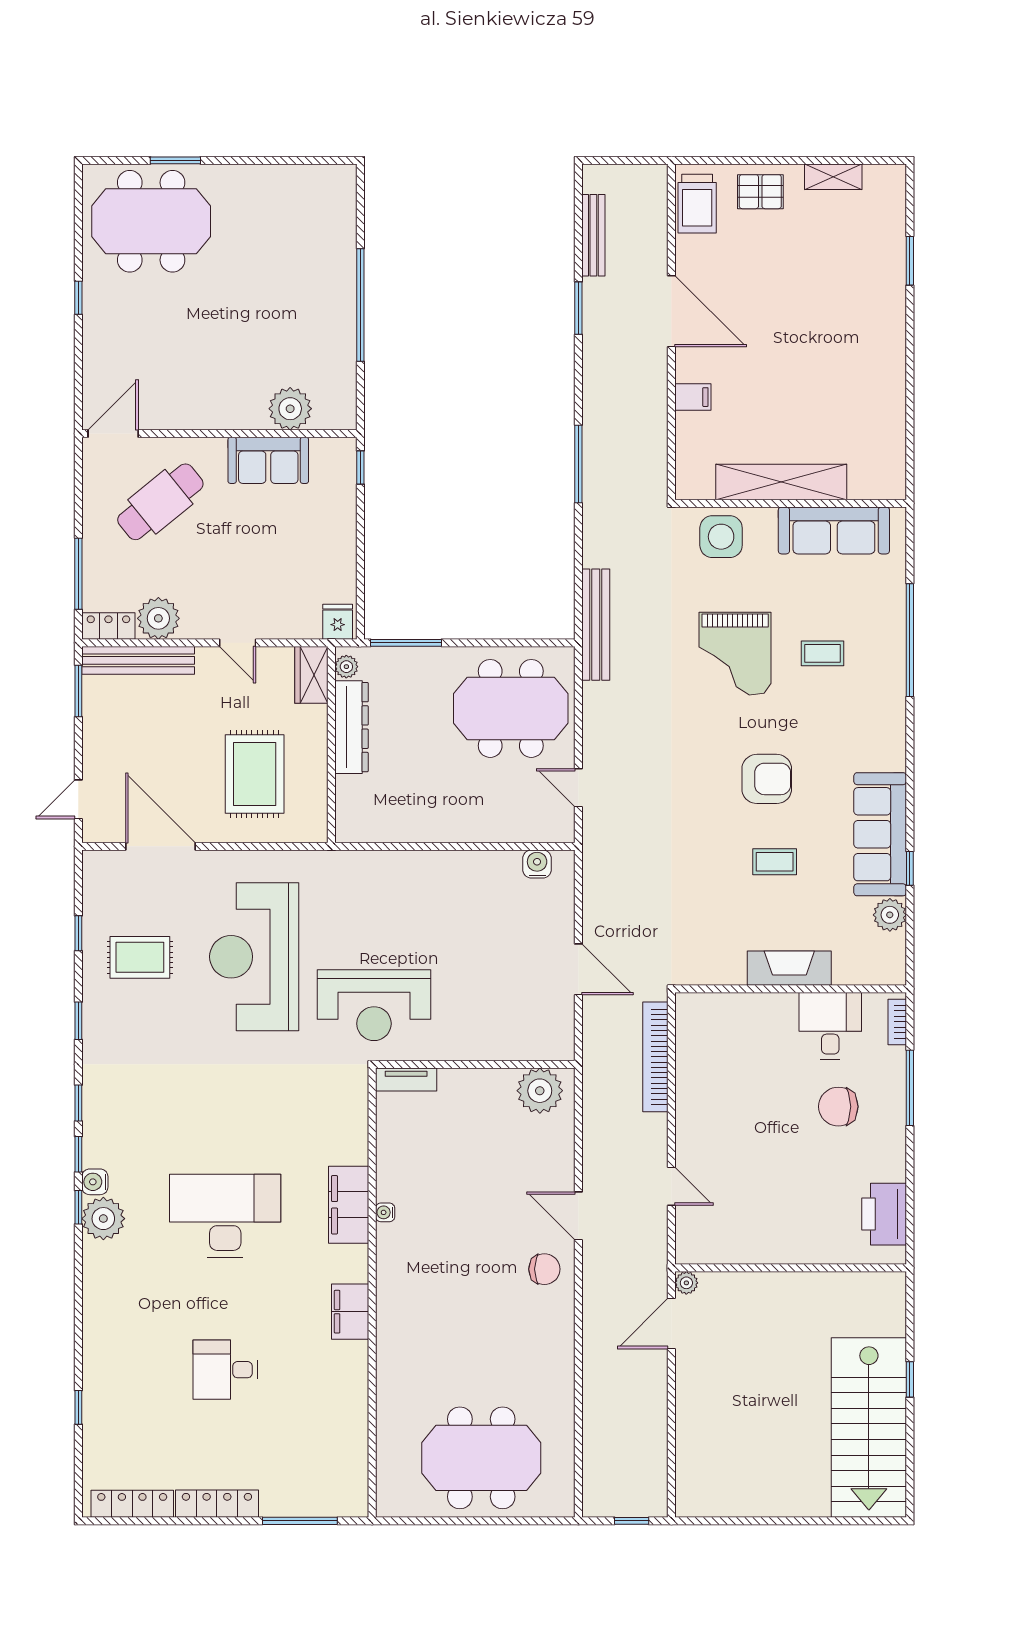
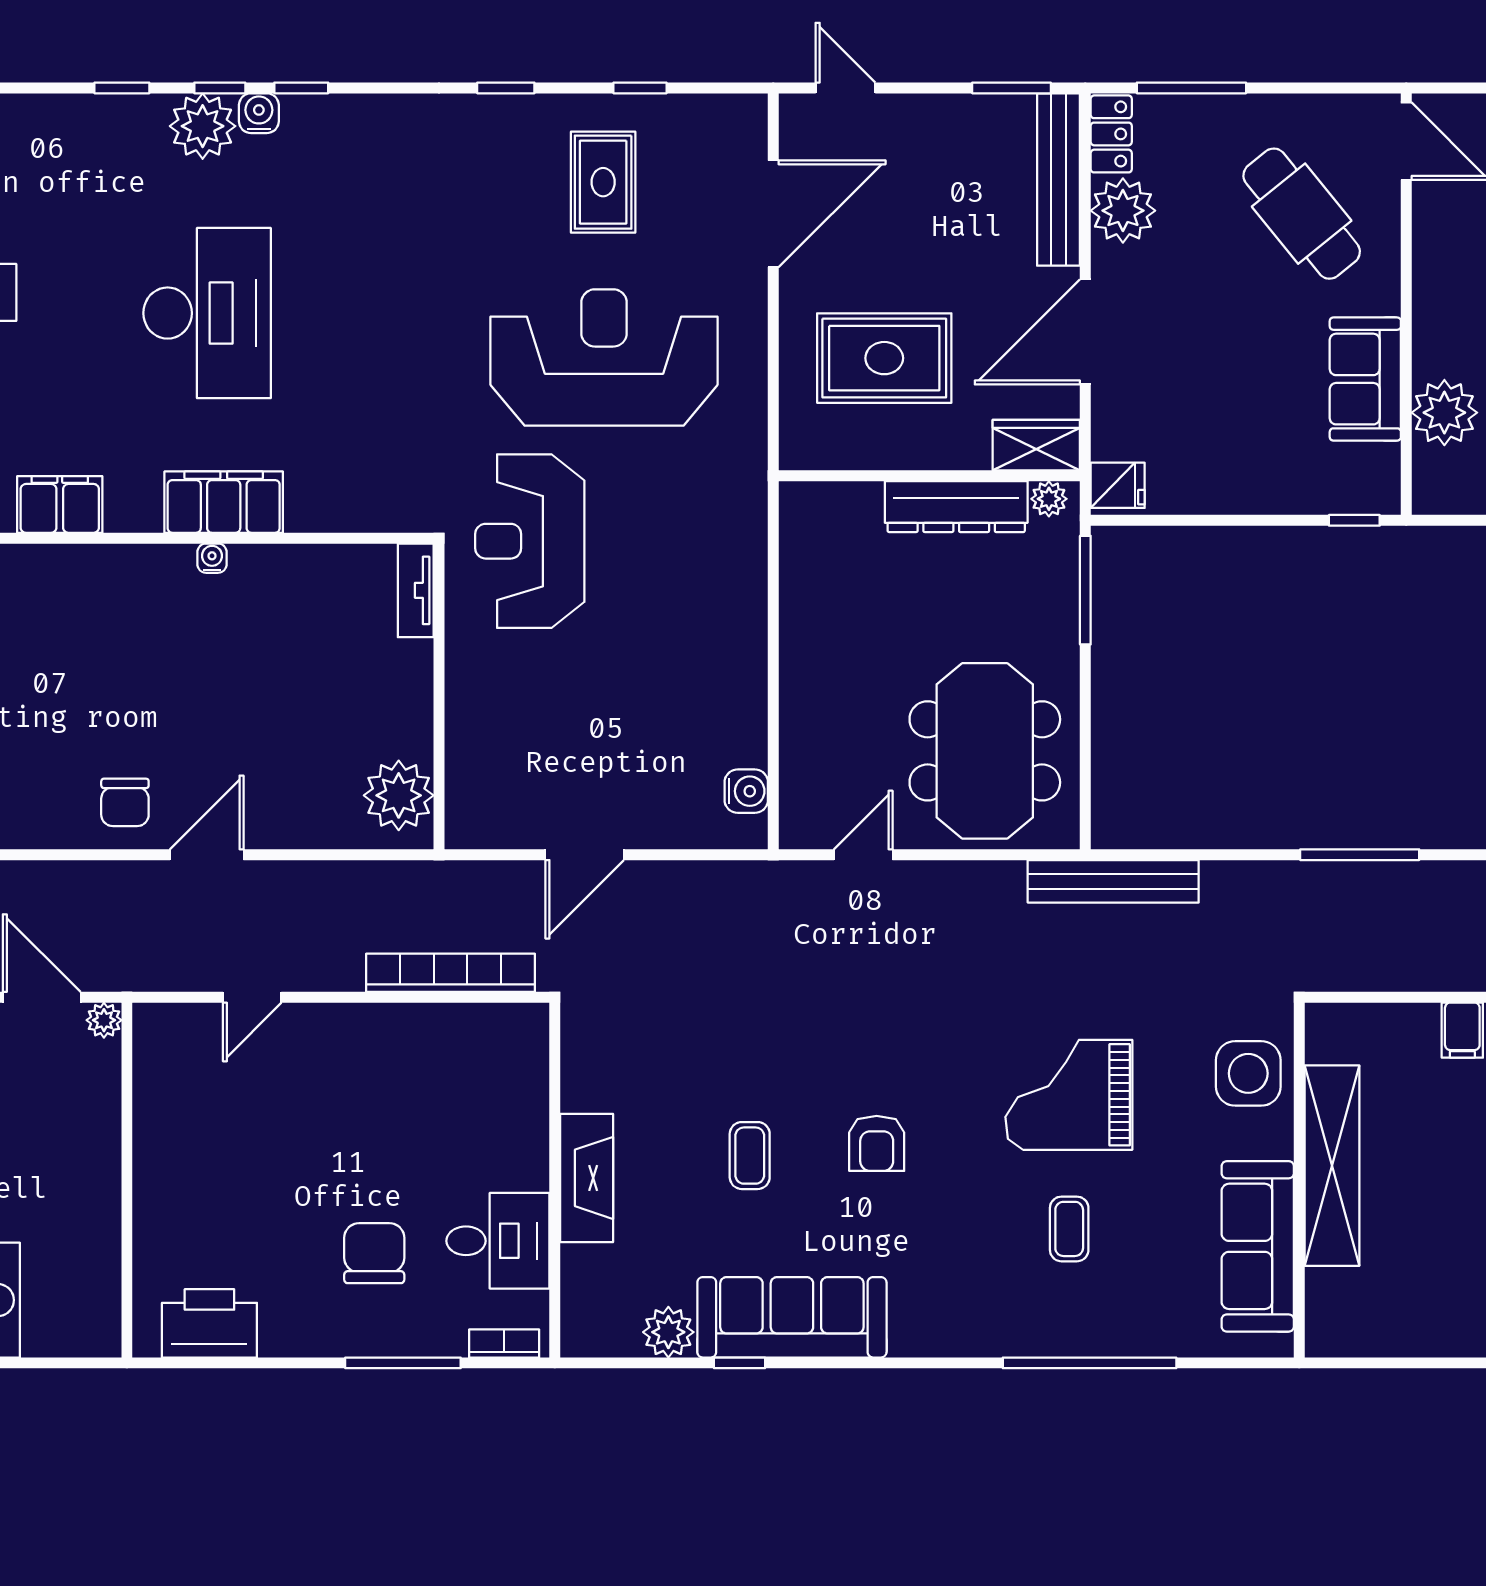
door: (238, 643) -> (1085, 332), width x1.87
armchair: (767, 779) -> (877, 1143), width x0.72, depth x0.72
window: (78, 1103) -> (122, 88), moved

